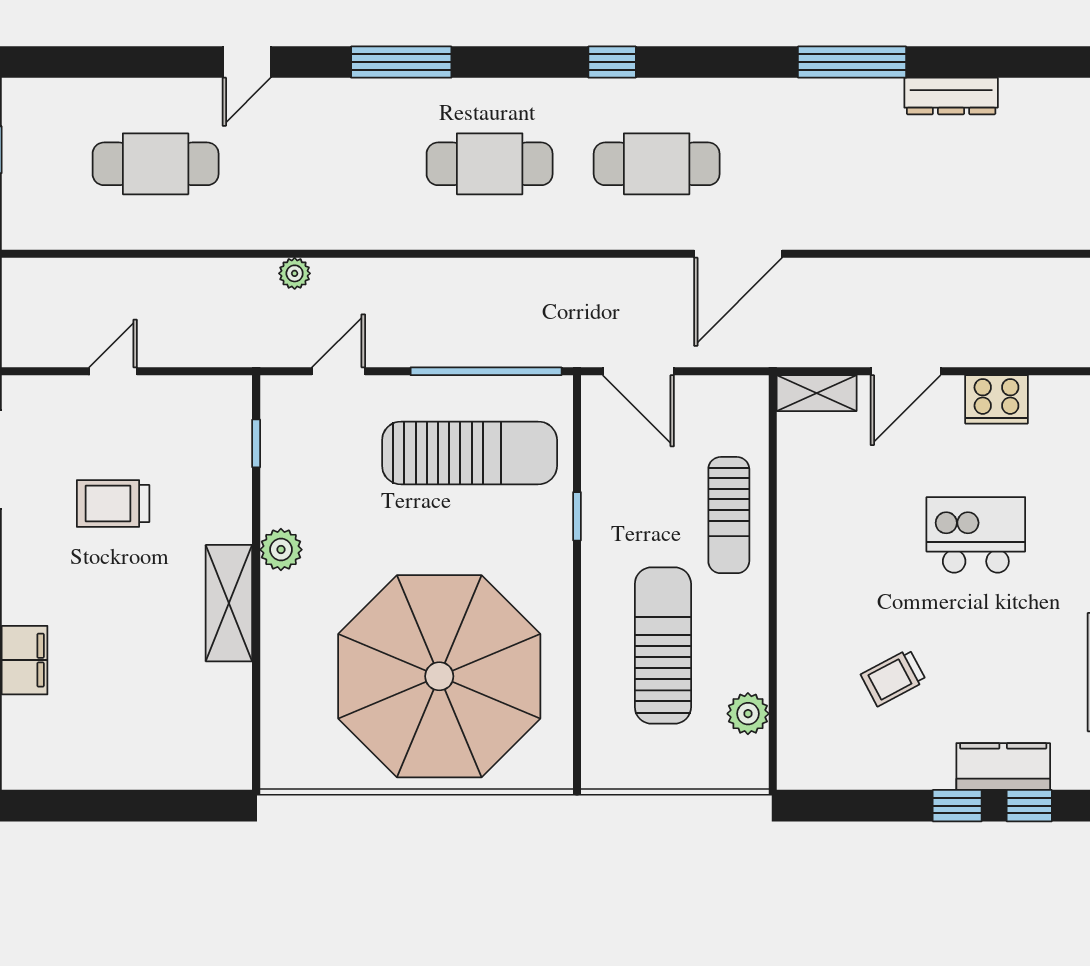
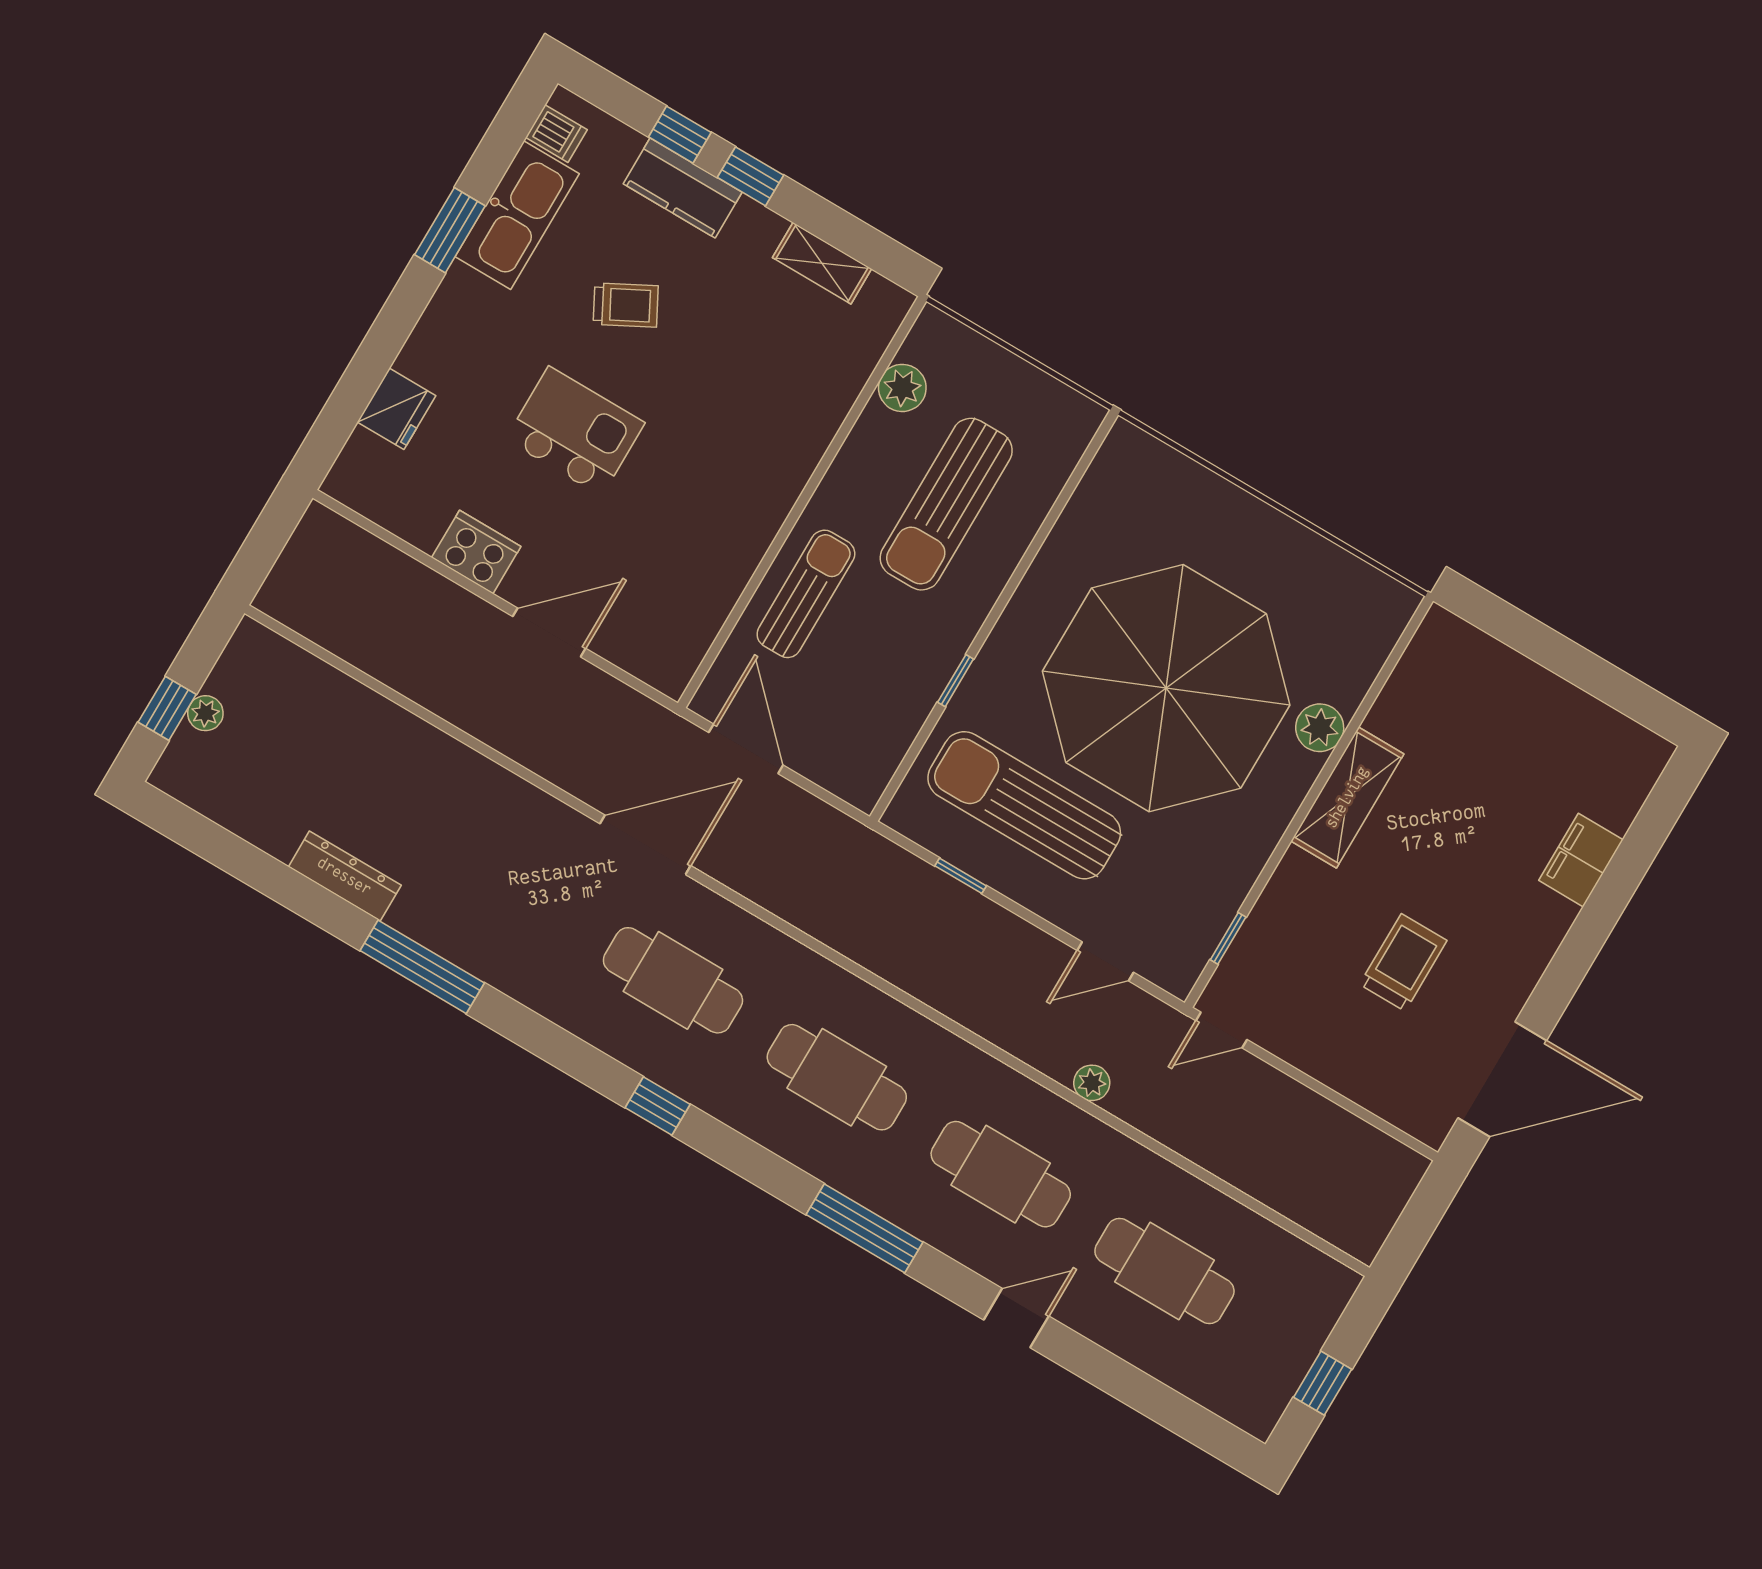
cafe table: (323, 164) -> (1001, 1174), added
door: (113, 371) -> (1221, 1030), moved
window: (486, 371) -> (961, 876), width x0.32
door: (638, 371) -> (746, 749), moved
shelving: (817, 393) -> (822, 263), moved
trolley: (113, 503) -> (1403, 962), turned -90
kitchen island: (976, 535) -> (575, 431), turned 180
plant: (281, 550) -> (1320, 728), moved
parasol: (439, 676) -> (1166, 688), moved
trolley: (893, 678) -> (626, 305), moved

